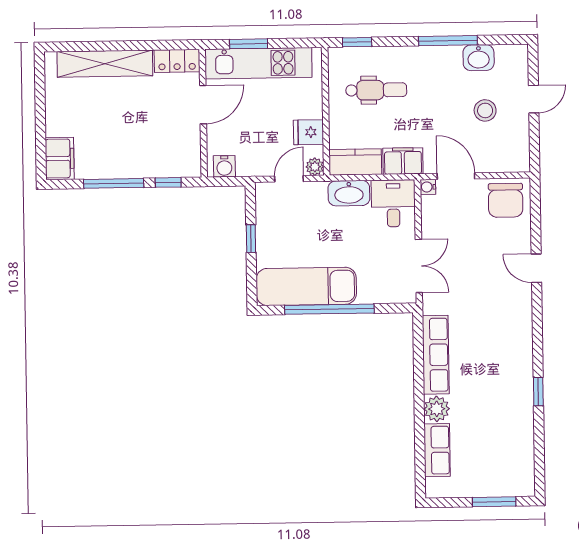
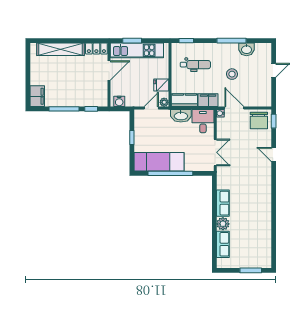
stool: (485, 110) -> (232, 74), moved
row of seats: (436, 355) -> (223, 203), width x0.68
window: (538, 392) -> (274, 121), moved

